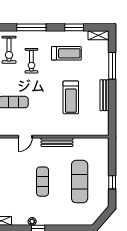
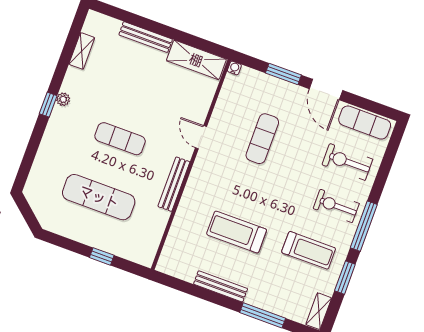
window: (31, 27) -> (364, 226), moved
treadmill: (66, 53) -> (309, 250), turned -90
exercise bike: (31, 61) -> (336, 206), moved
window: (112, 182) -> (102, 256), moved

